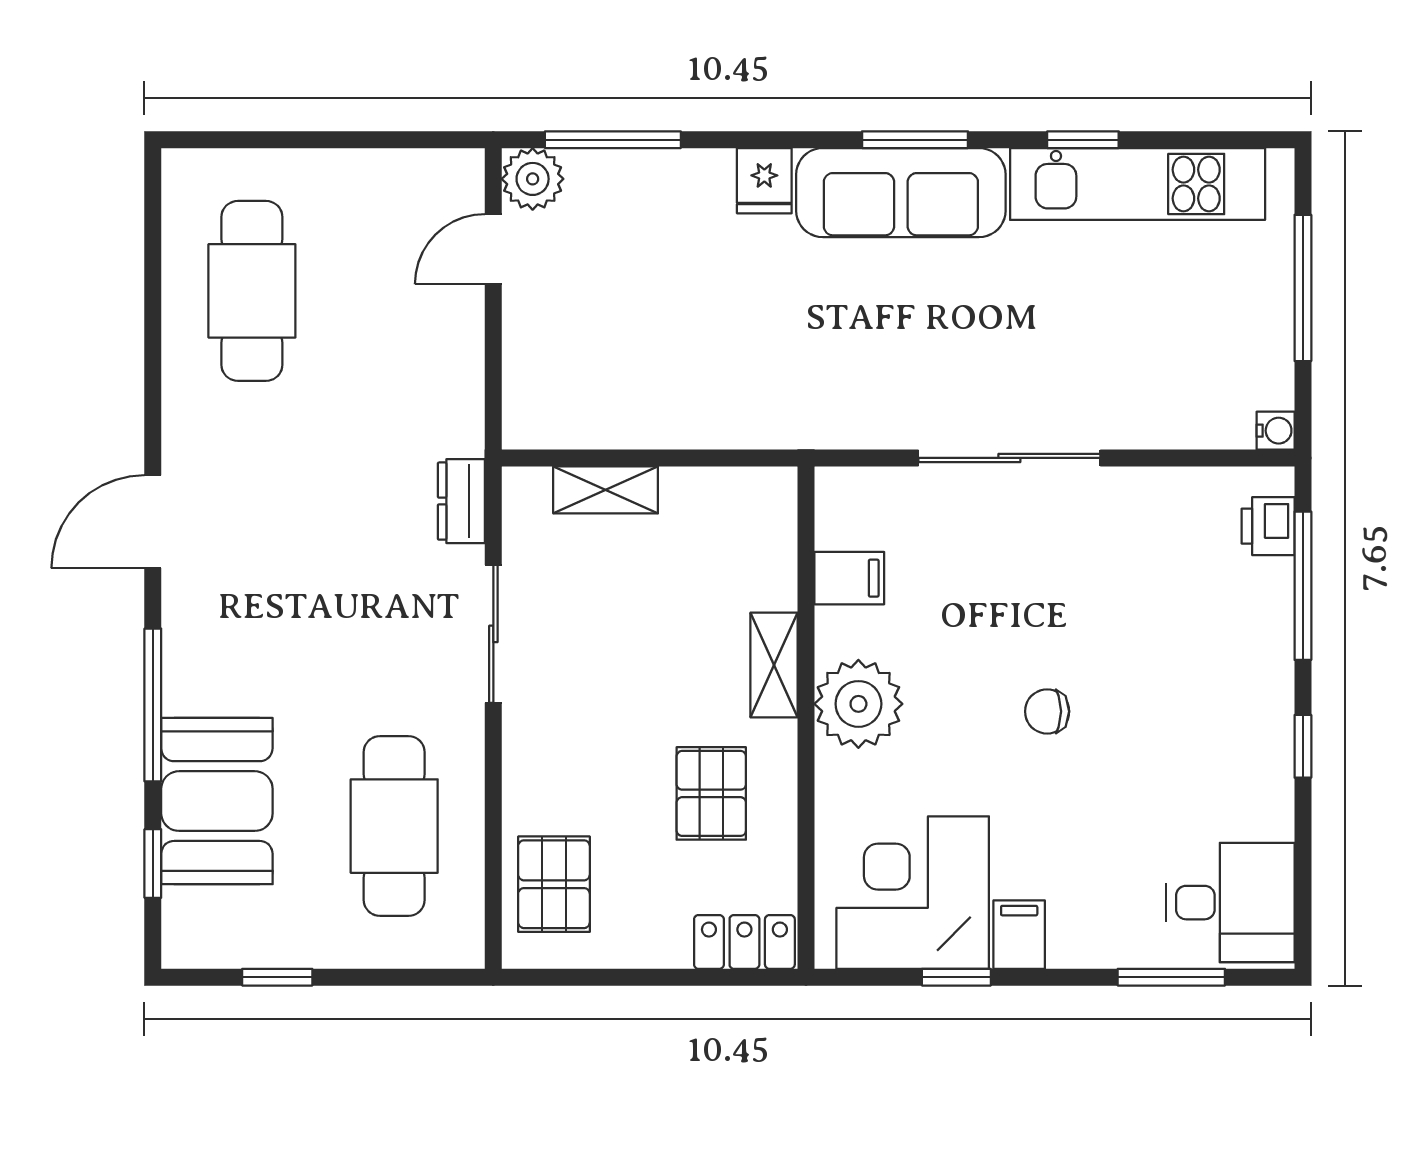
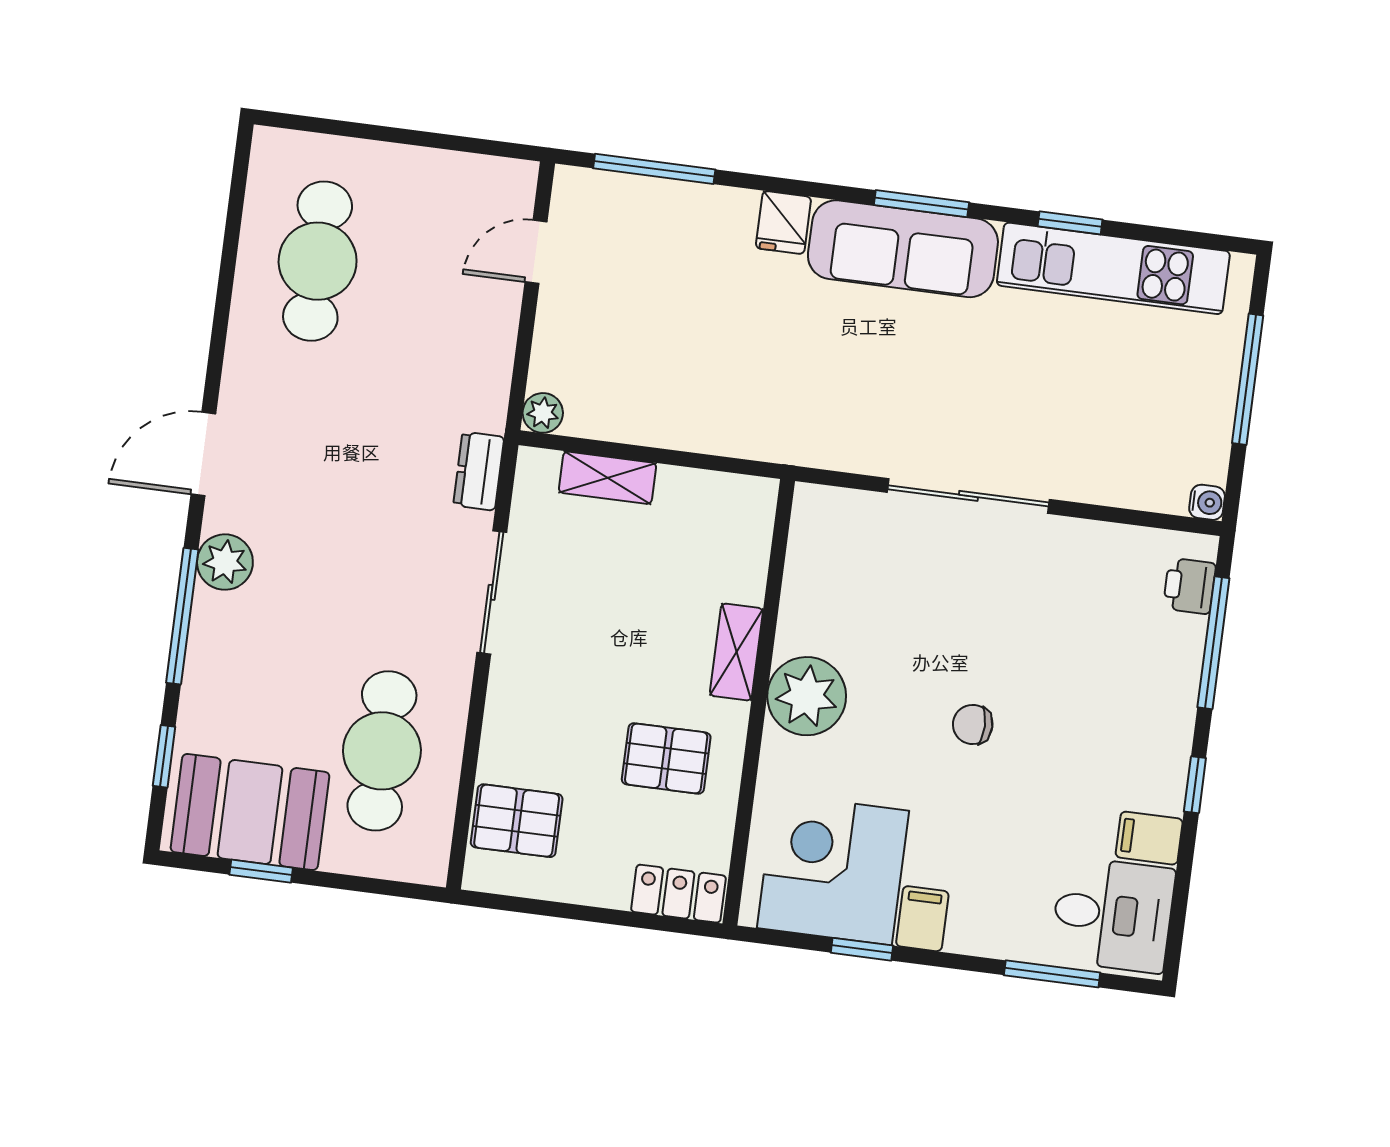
plant: (533, 179) -> (543, 413), moved, width x0.73, depth x0.73
filing cabinet: (849, 578) -> (1149, 838), moved, turned 180
plant: (192, 639) -> (225, 562), added
pallet: (711, 793) -> (666, 758), turned 90
booth: (217, 801) -> (250, 812), moved, turned 90
pallet: (554, 884) -> (517, 821), turned 90

